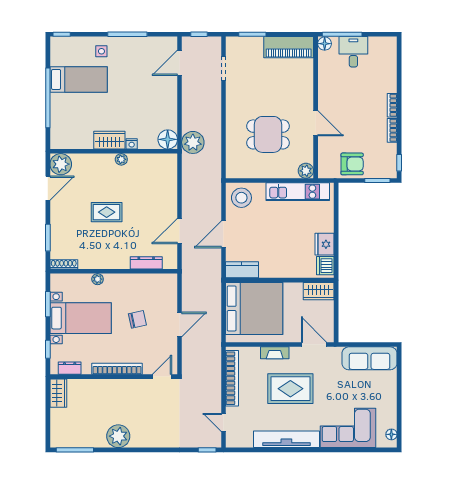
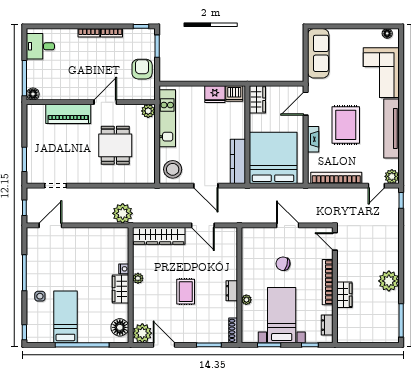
piano: (289, 47) -> (68, 114), moved, turned 90
desk: (353, 52) -> (40, 46), moved
door: (180, 63) -> (50, 225), swing flipped
floor lamp: (168, 139) -> (120, 327), moved
wardrobe: (168, 182) -> (159, 236), added
dresser: (146, 263) -> (232, 291), moved, width x0.70
kitchen counter: (242, 270) -> (238, 161), width x1.50
chair: (137, 319) -> (283, 264), turned -64
wardrobe: (58, 393) -> (344, 295), moved, turned 90
plant: (234, 440) -> (392, 176), added

